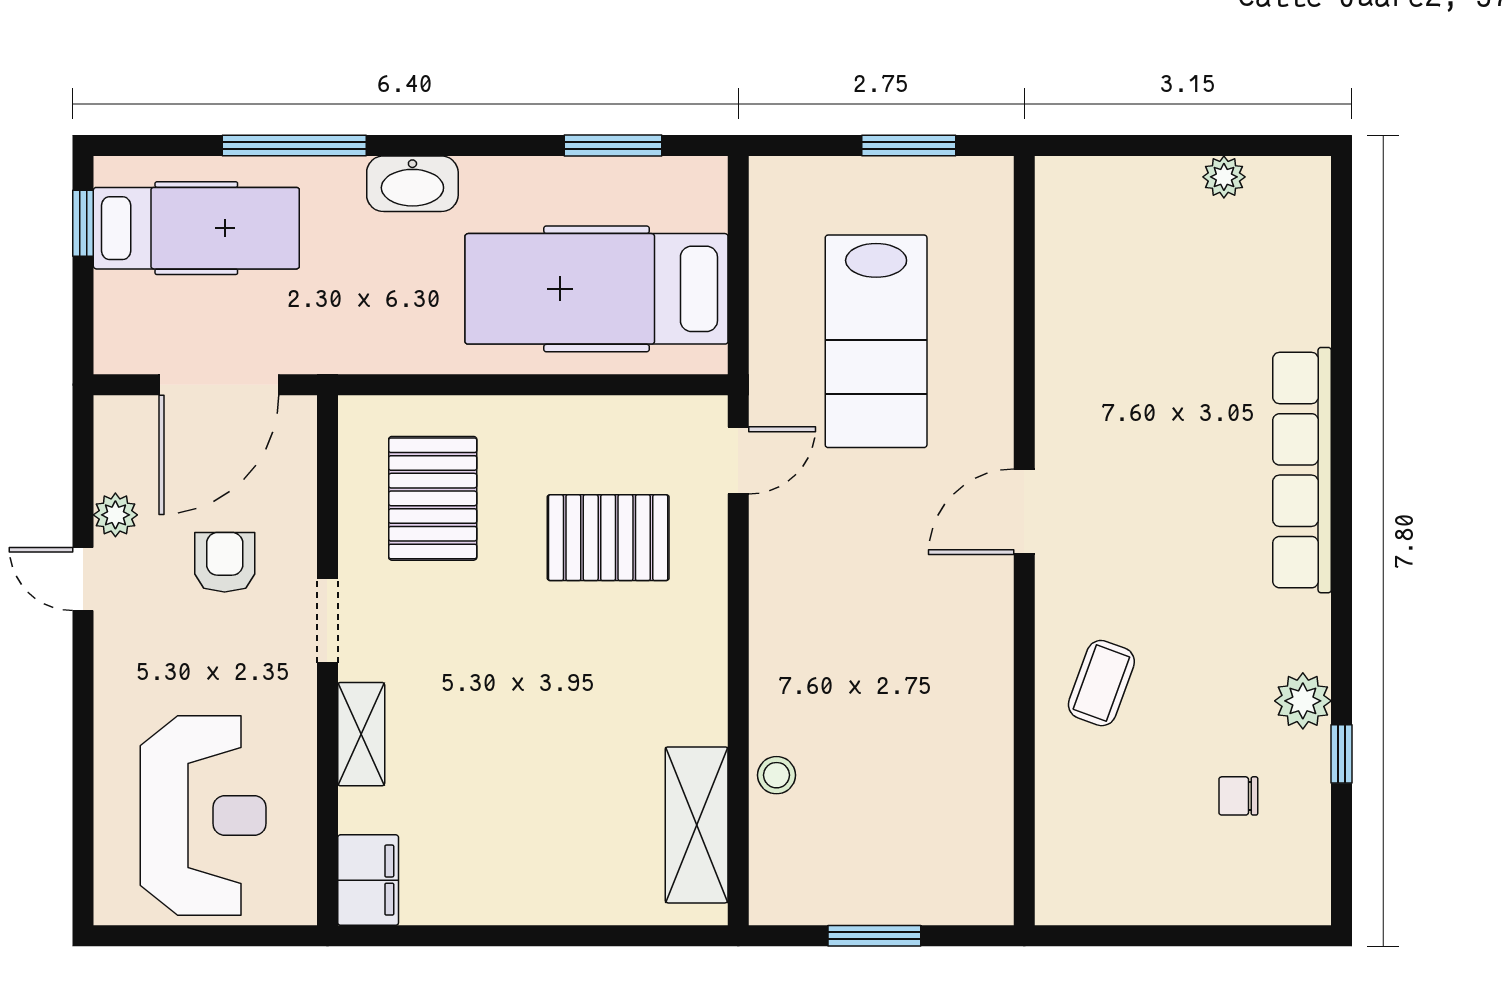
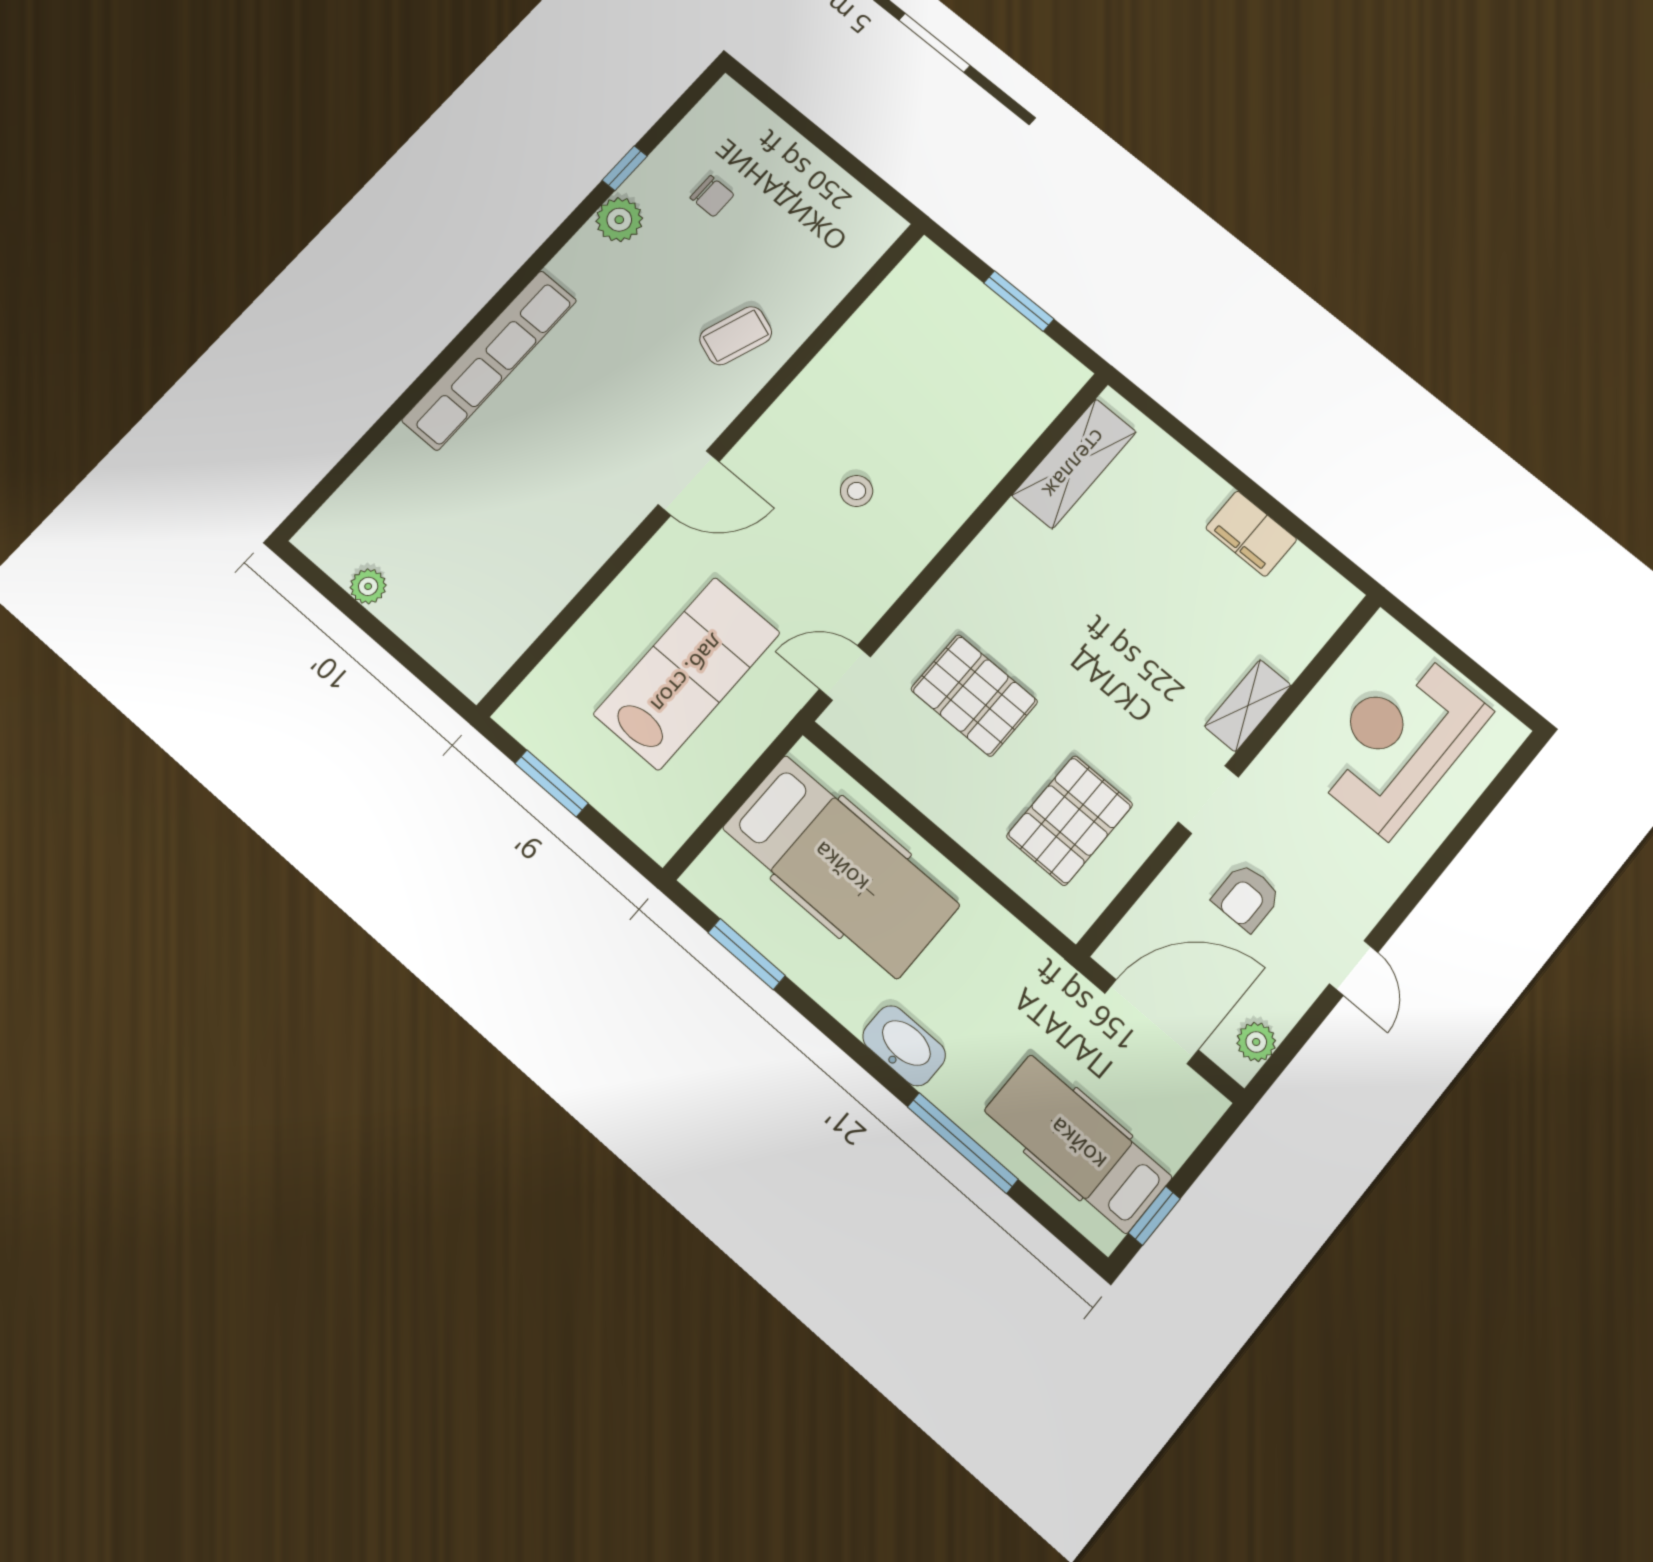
plant: (115, 515) -> (1256, 1042), moved
stool: (777, 775) -> (857, 491), moved
filing cabinet: (368, 880) -> (1251, 534), moved, turned -90

